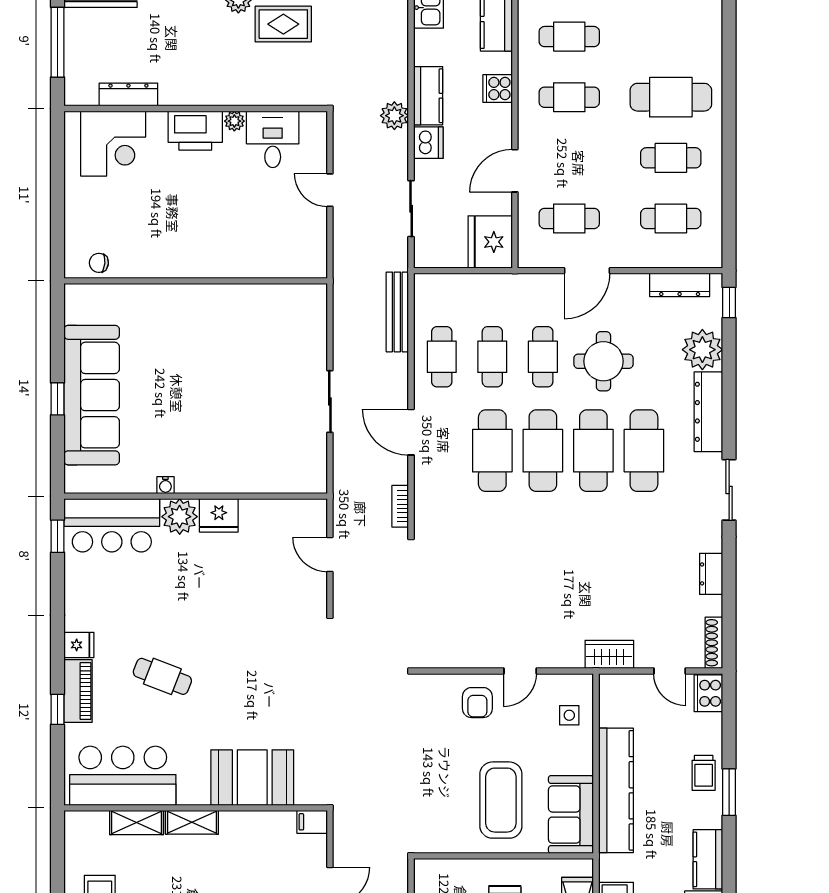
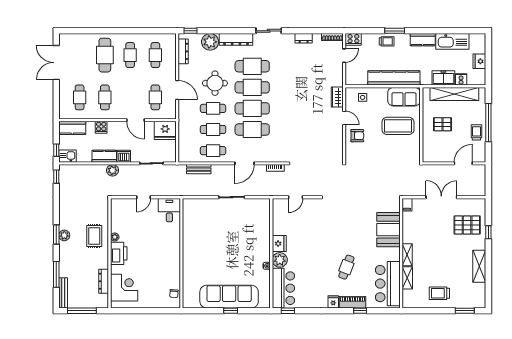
rug: (283, 24) -> (94, 236), moved
desk: (273, 139) -> (169, 210), moved, turned 90
bench: (397, 312) -> (199, 169), width x0.73
wardrobe: (609, 654) -> (337, 97), moved

